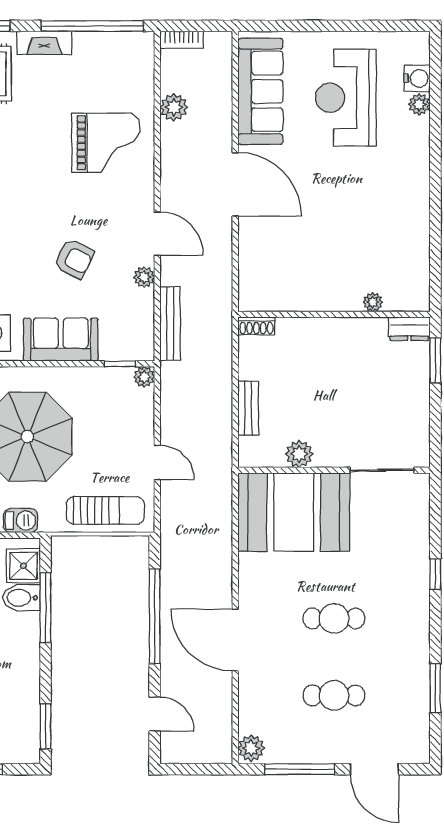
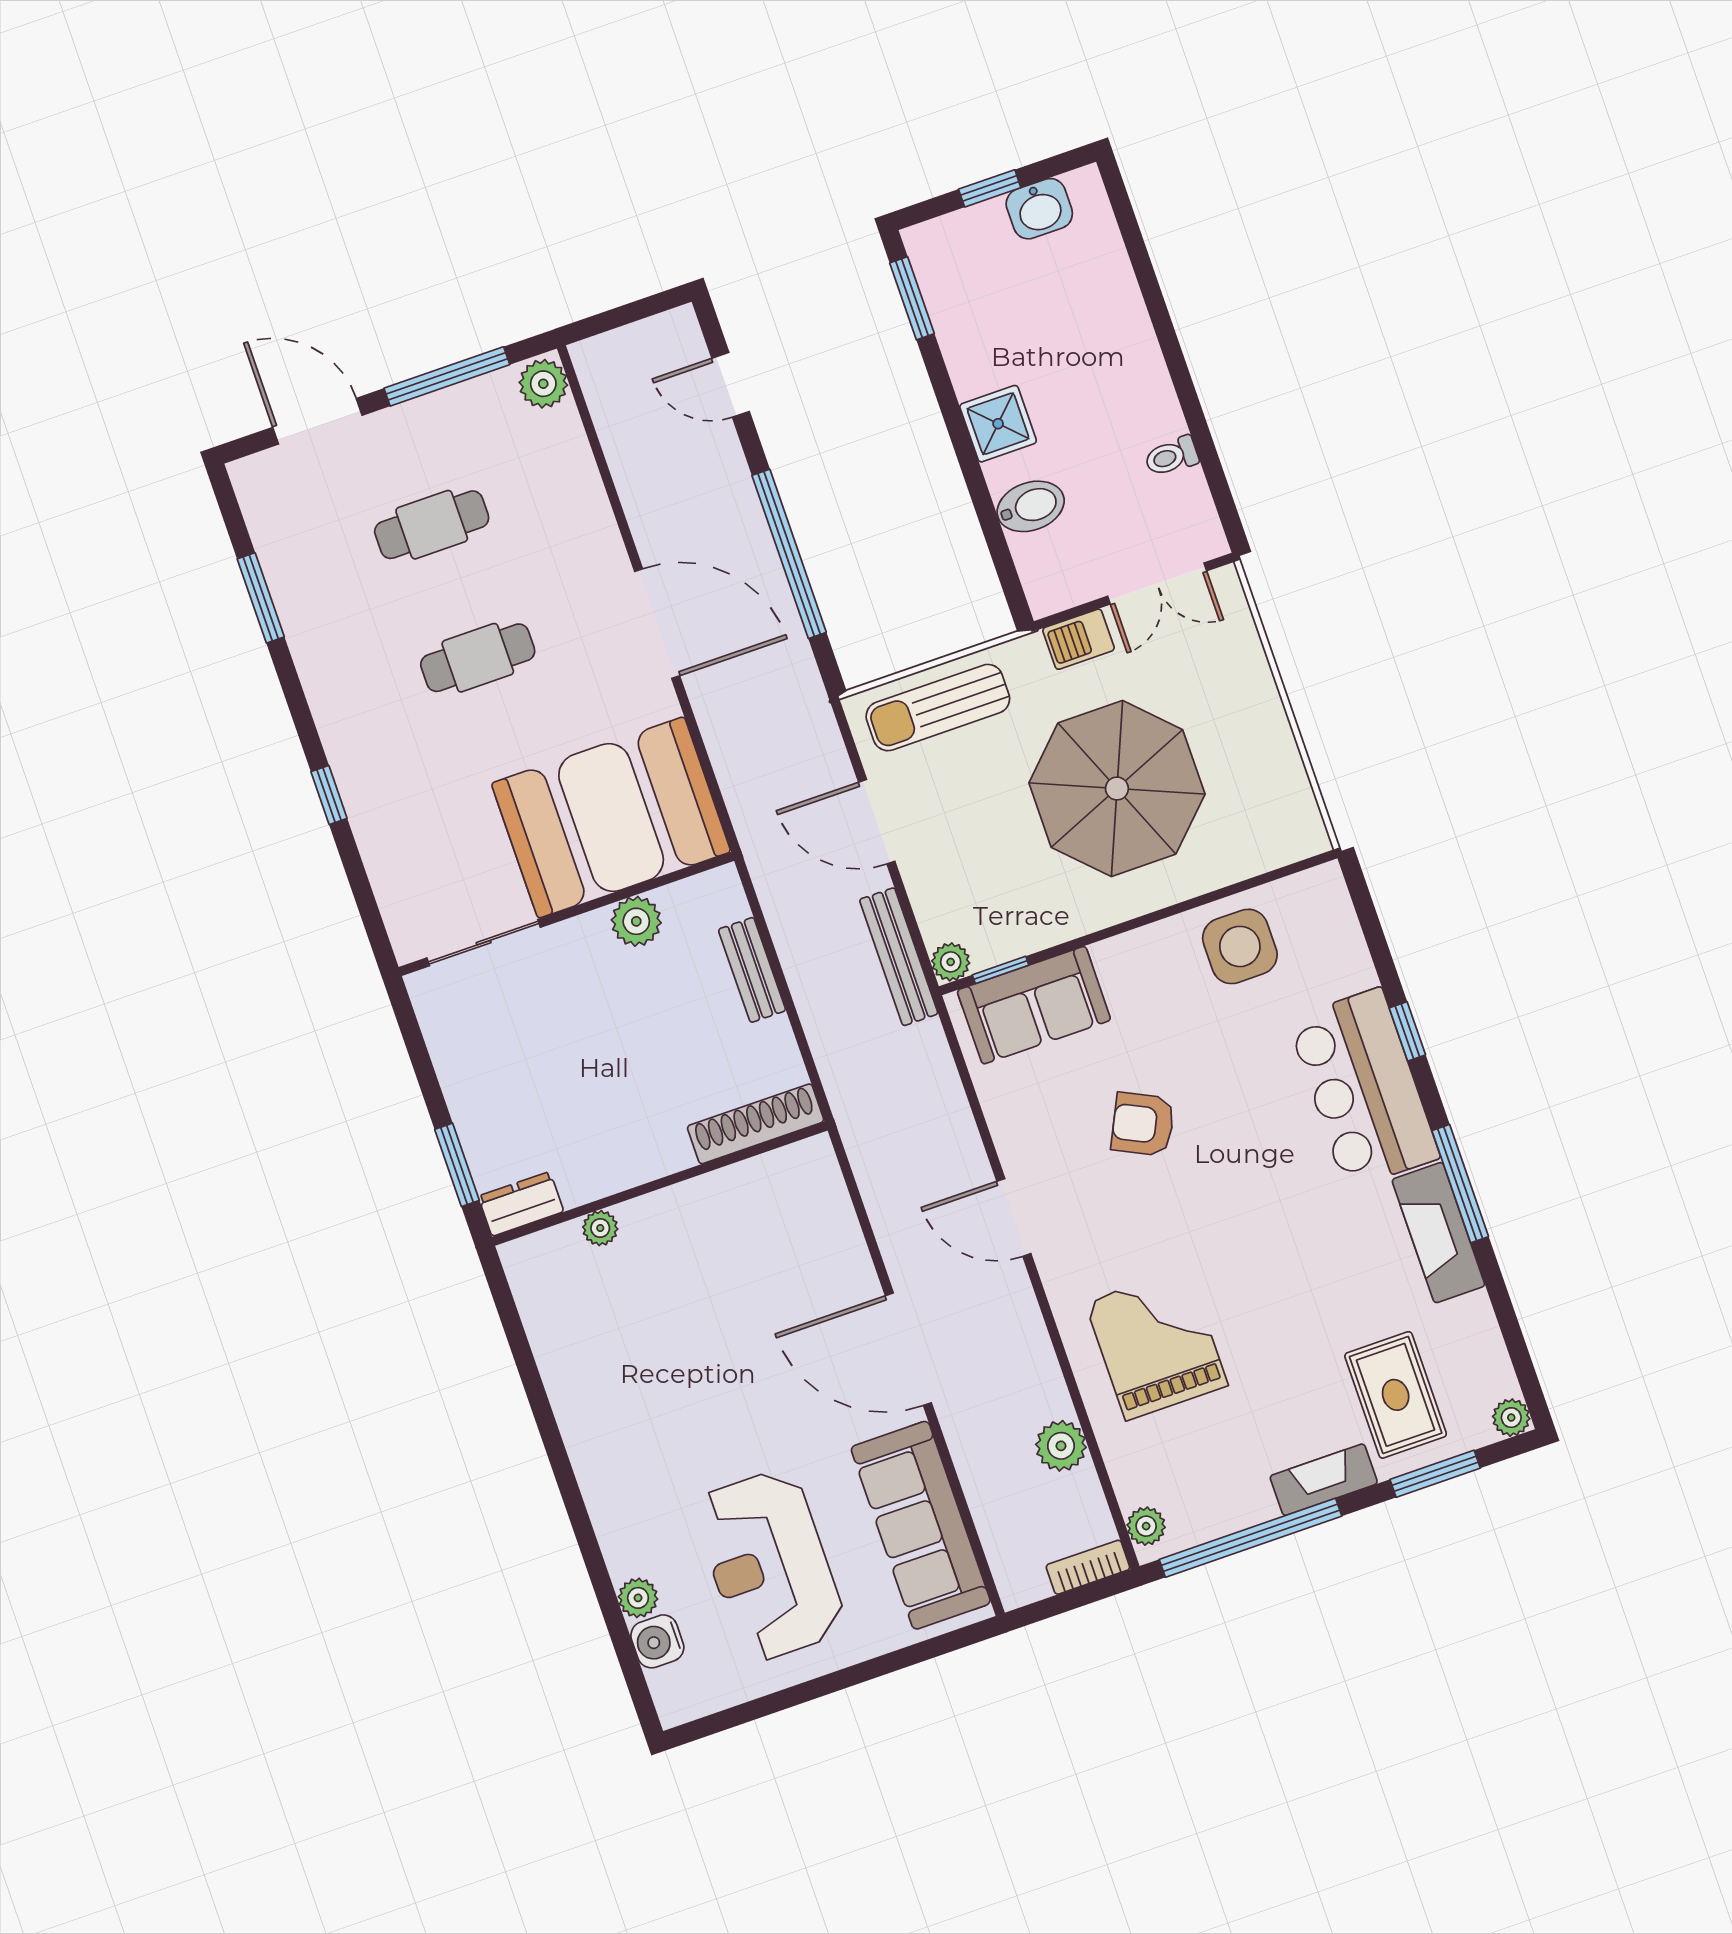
reception desk: (346, 98) -> (769, 1565), turned 180
grand piano: (106, 143) -> (1157, 1344), turned 90
plant: (144, 277) -> (1146, 1526), moved
bench: (170, 324) -> (899, 957), moved
shoe rack: (256, 326) -> (756, 1124), width x1.94, depth x1.24
sofa: (61, 340) -> (1034, 1005), moved
door: (157, 462) -> (877, 822), width x1.38
shower: (23, 566) -> (998, 424), moved
window: (46, 608) -> (983, 504), removed
door: (235, 640) -> (657, 624), moved

